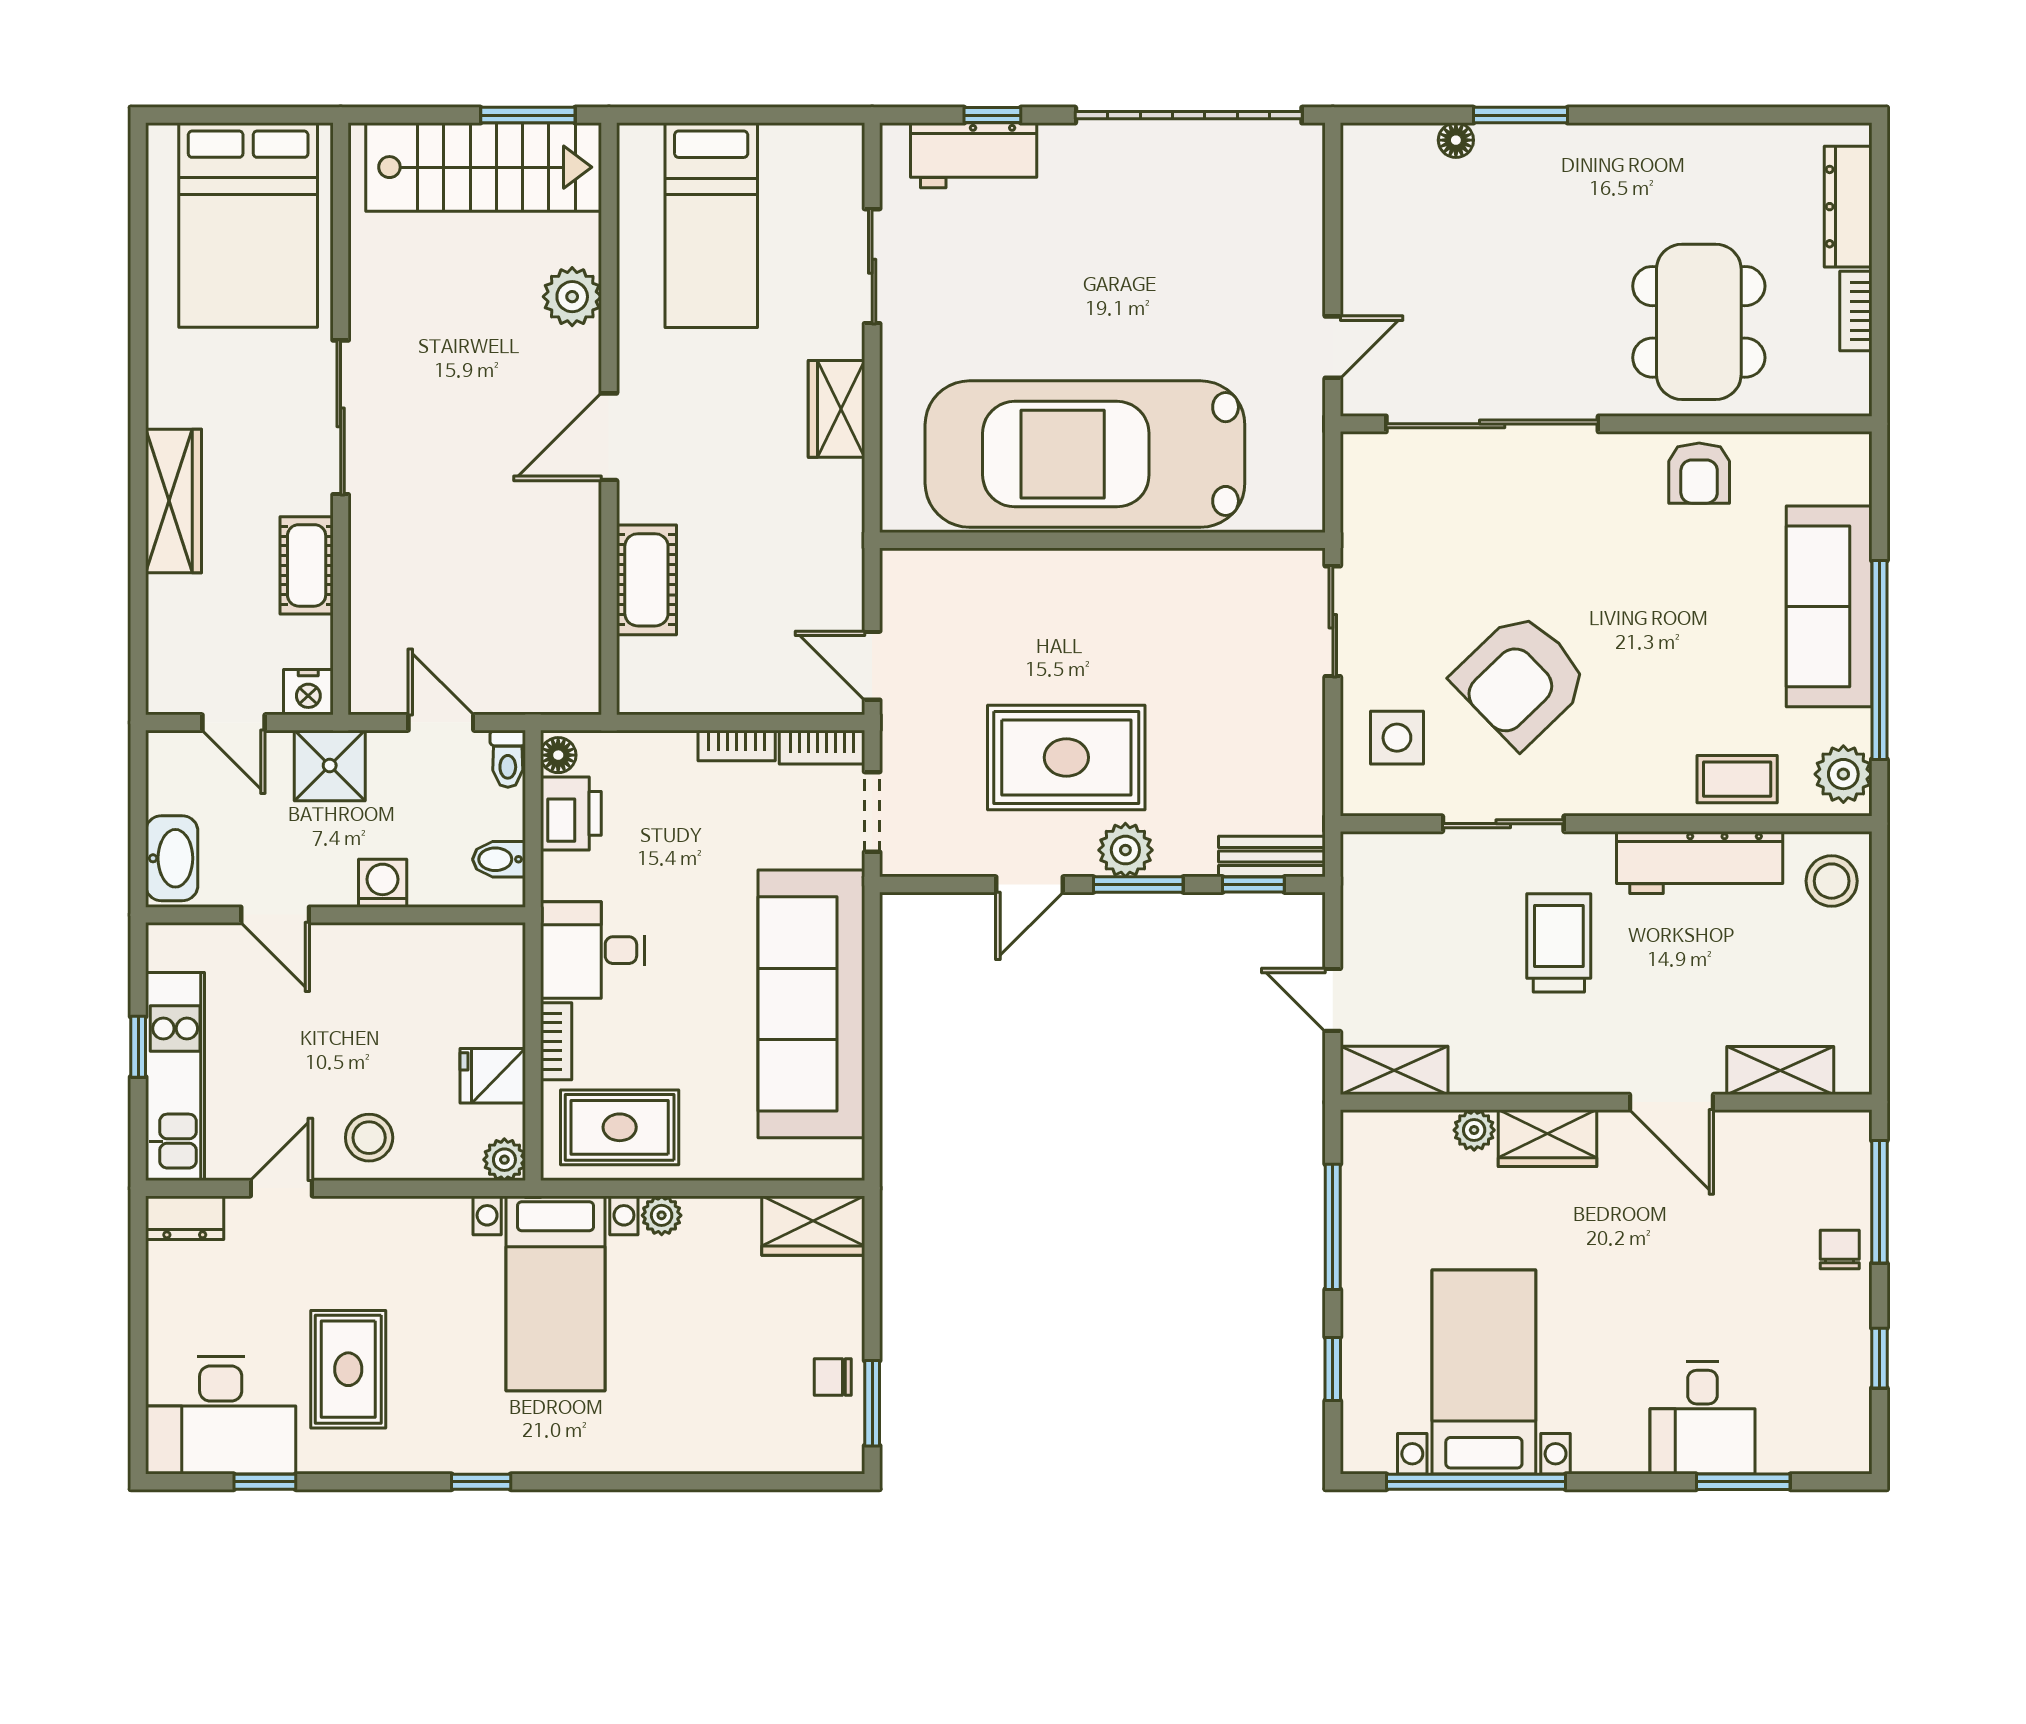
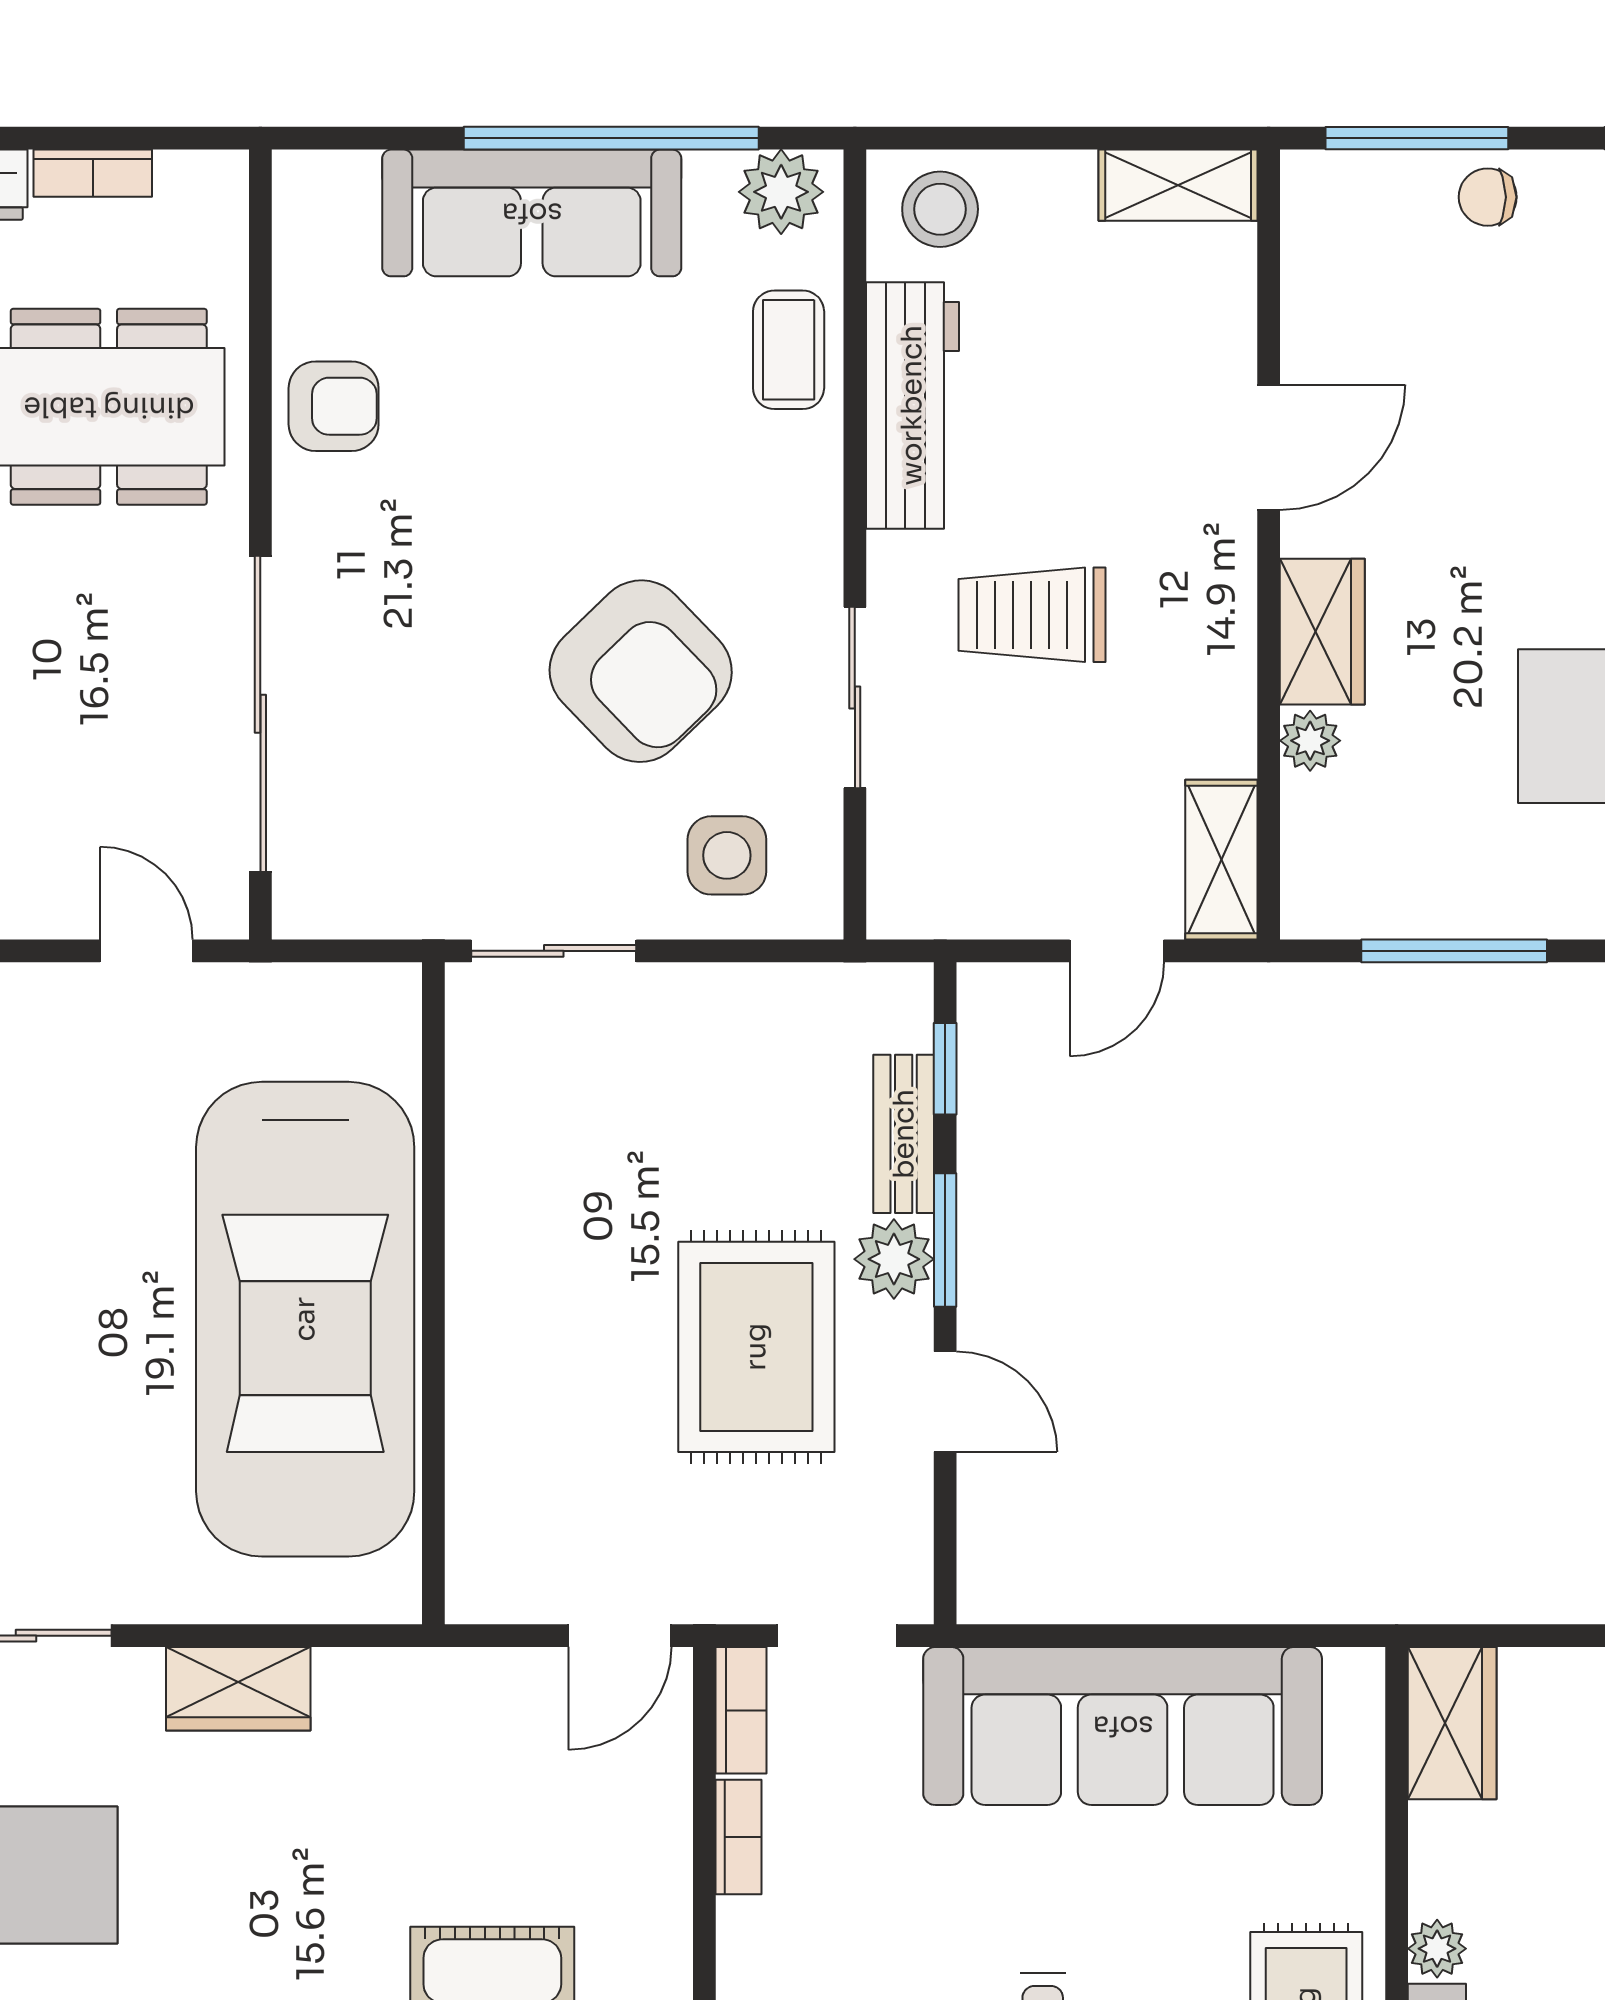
bench: (1272, 857) -> (904, 1134), moved
shelving: (1780, 1071) -> (1178, 185), moved, turned 90

